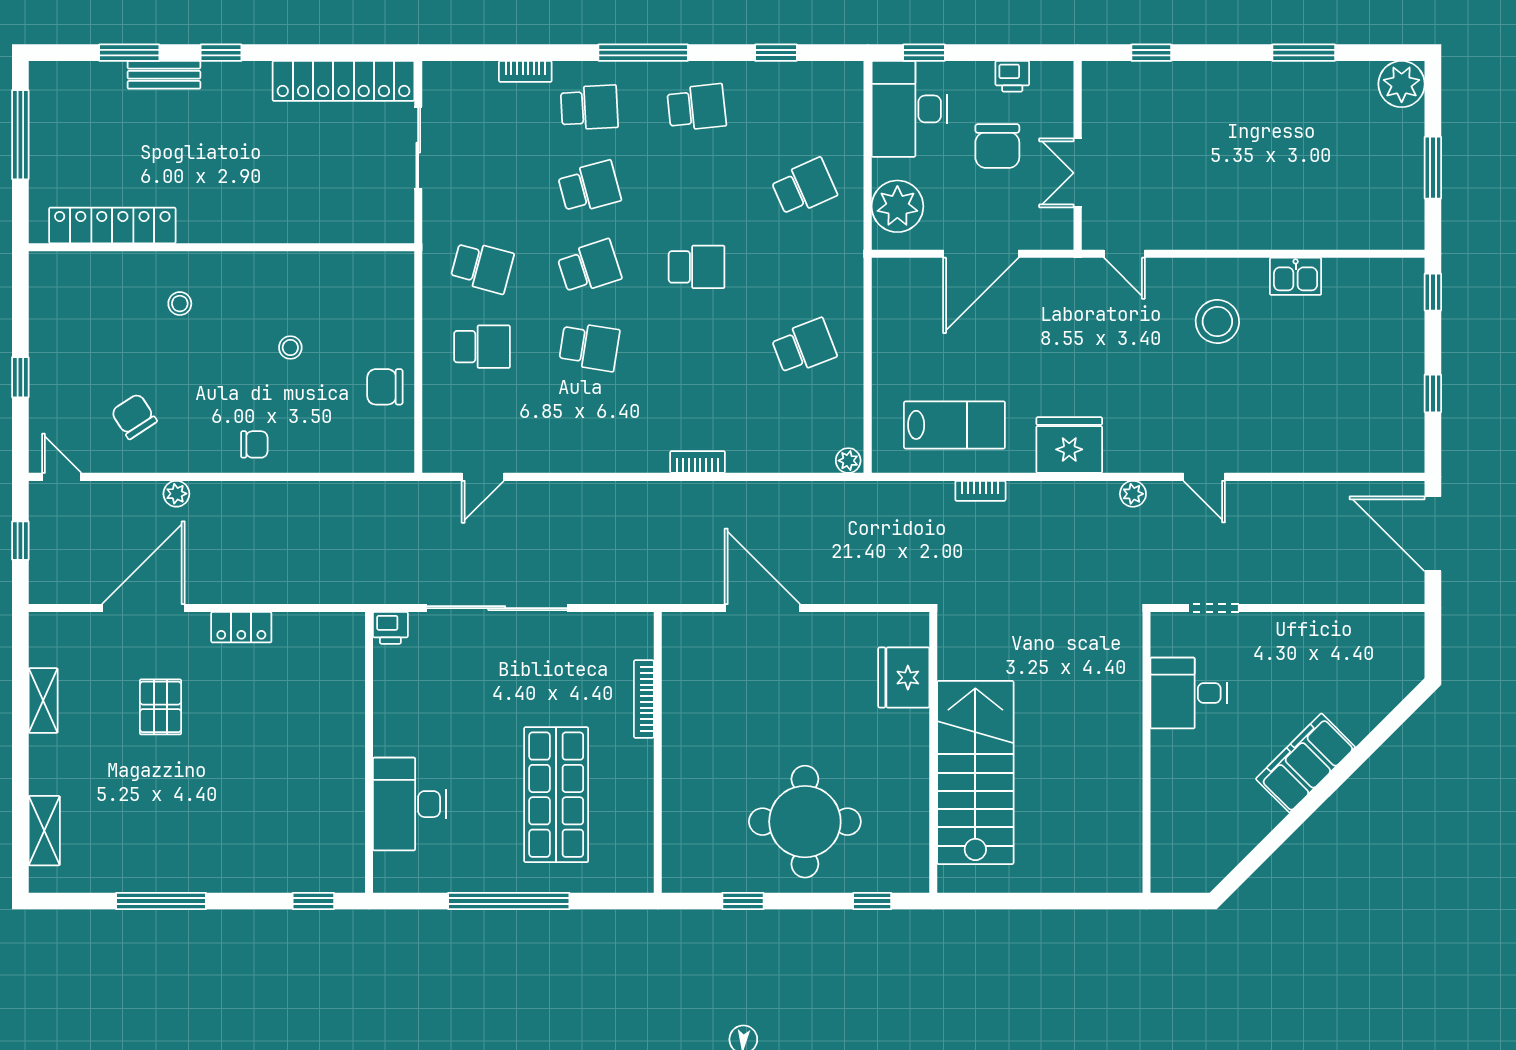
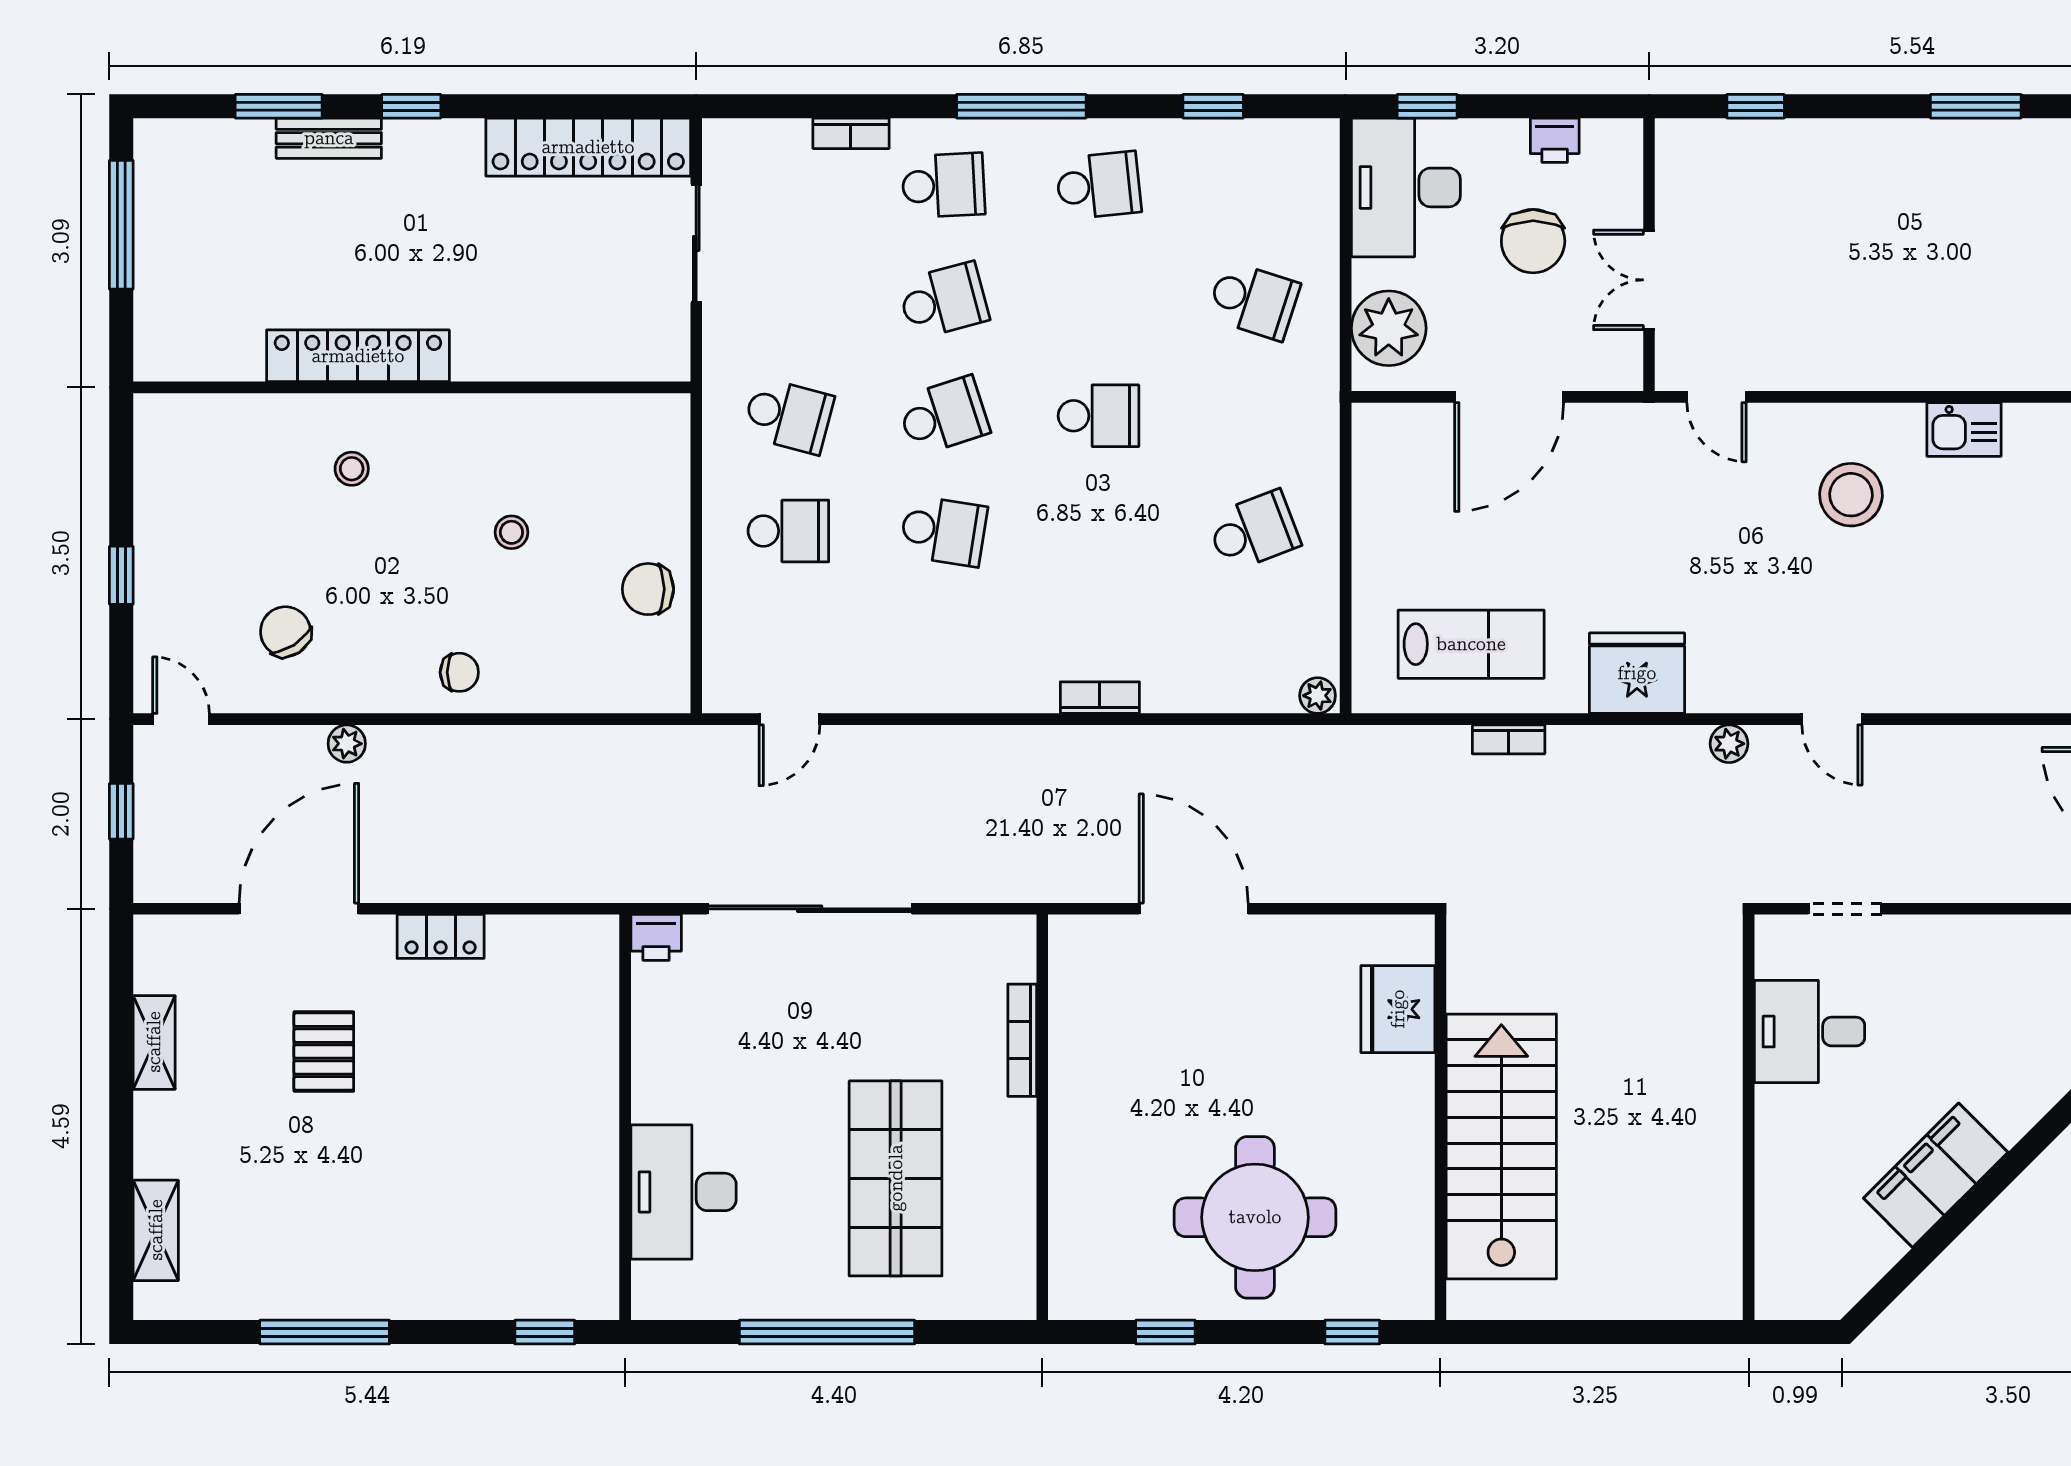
school desk: (804, 187) -> (1254, 301), turned 42
locker: (112, 225) -> (358, 356), moved
filing cabinet: (1305, 763) -> (1936, 1175), moved

